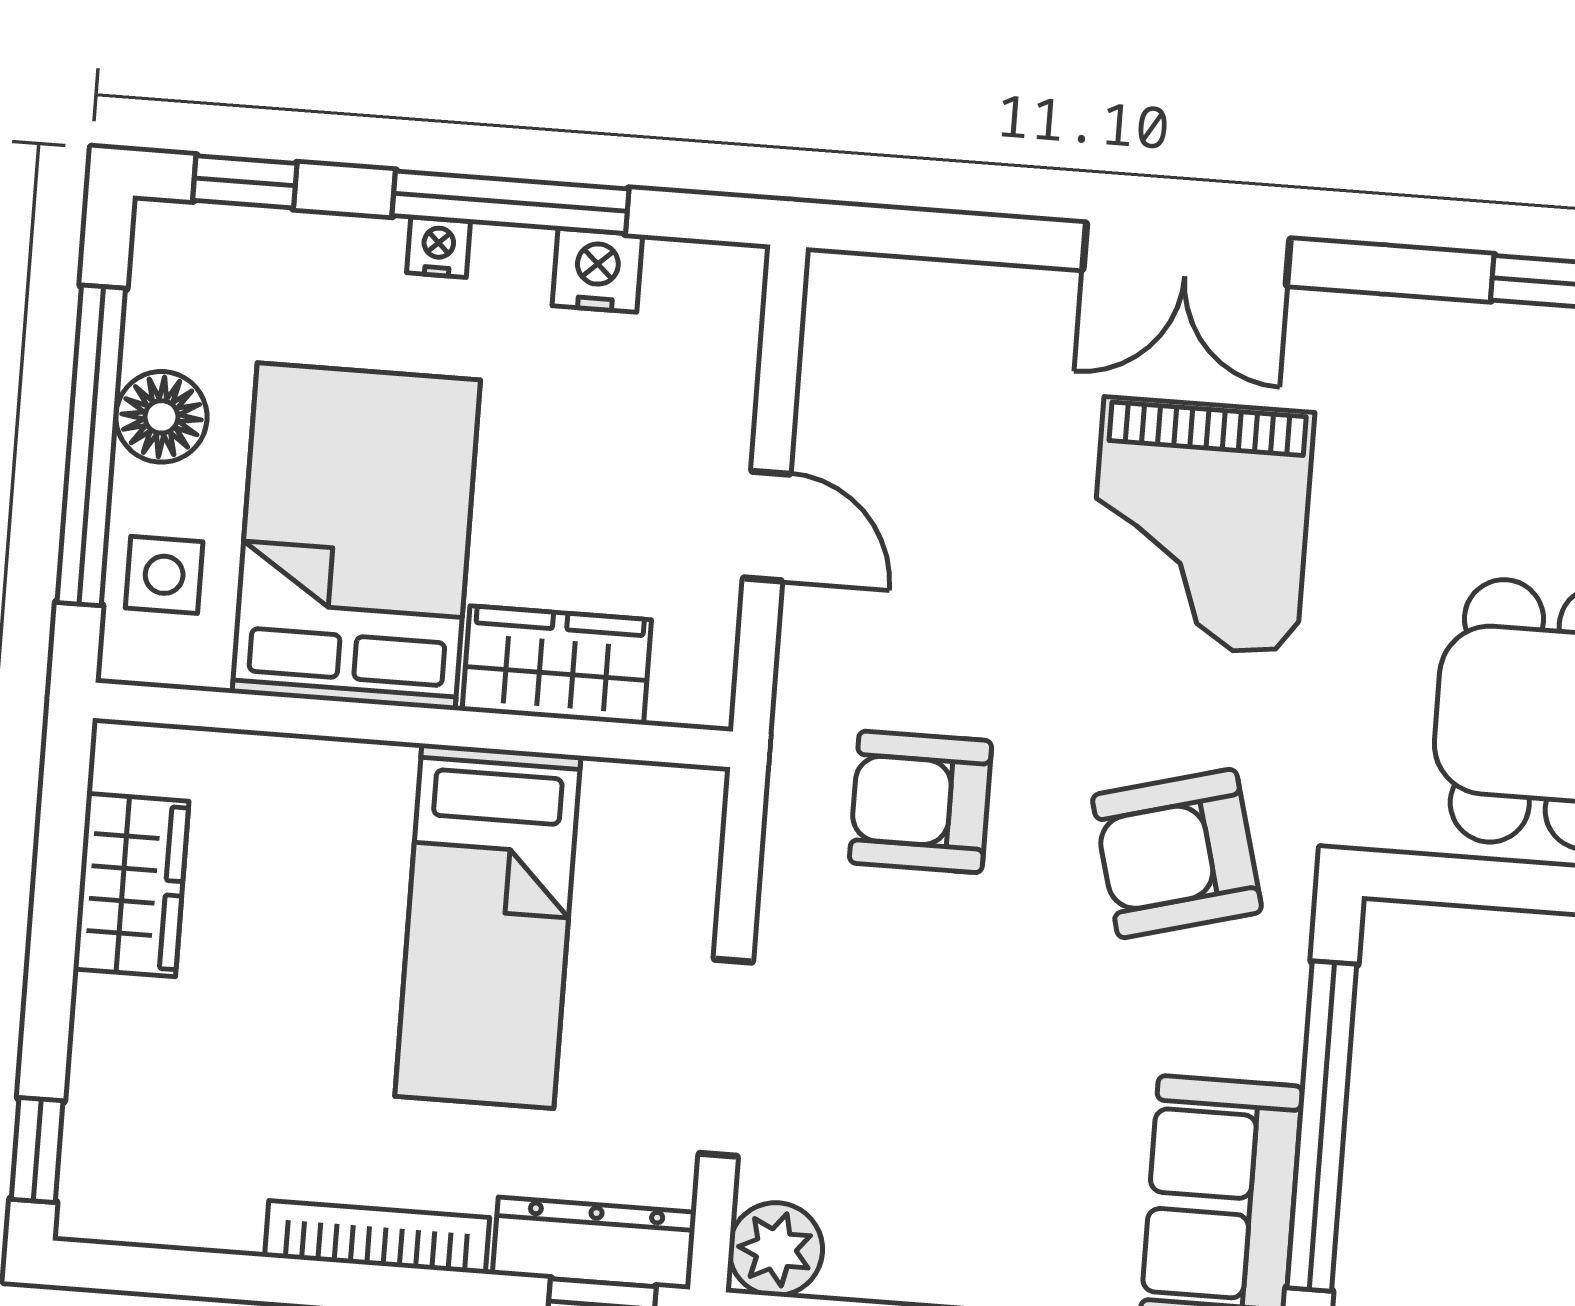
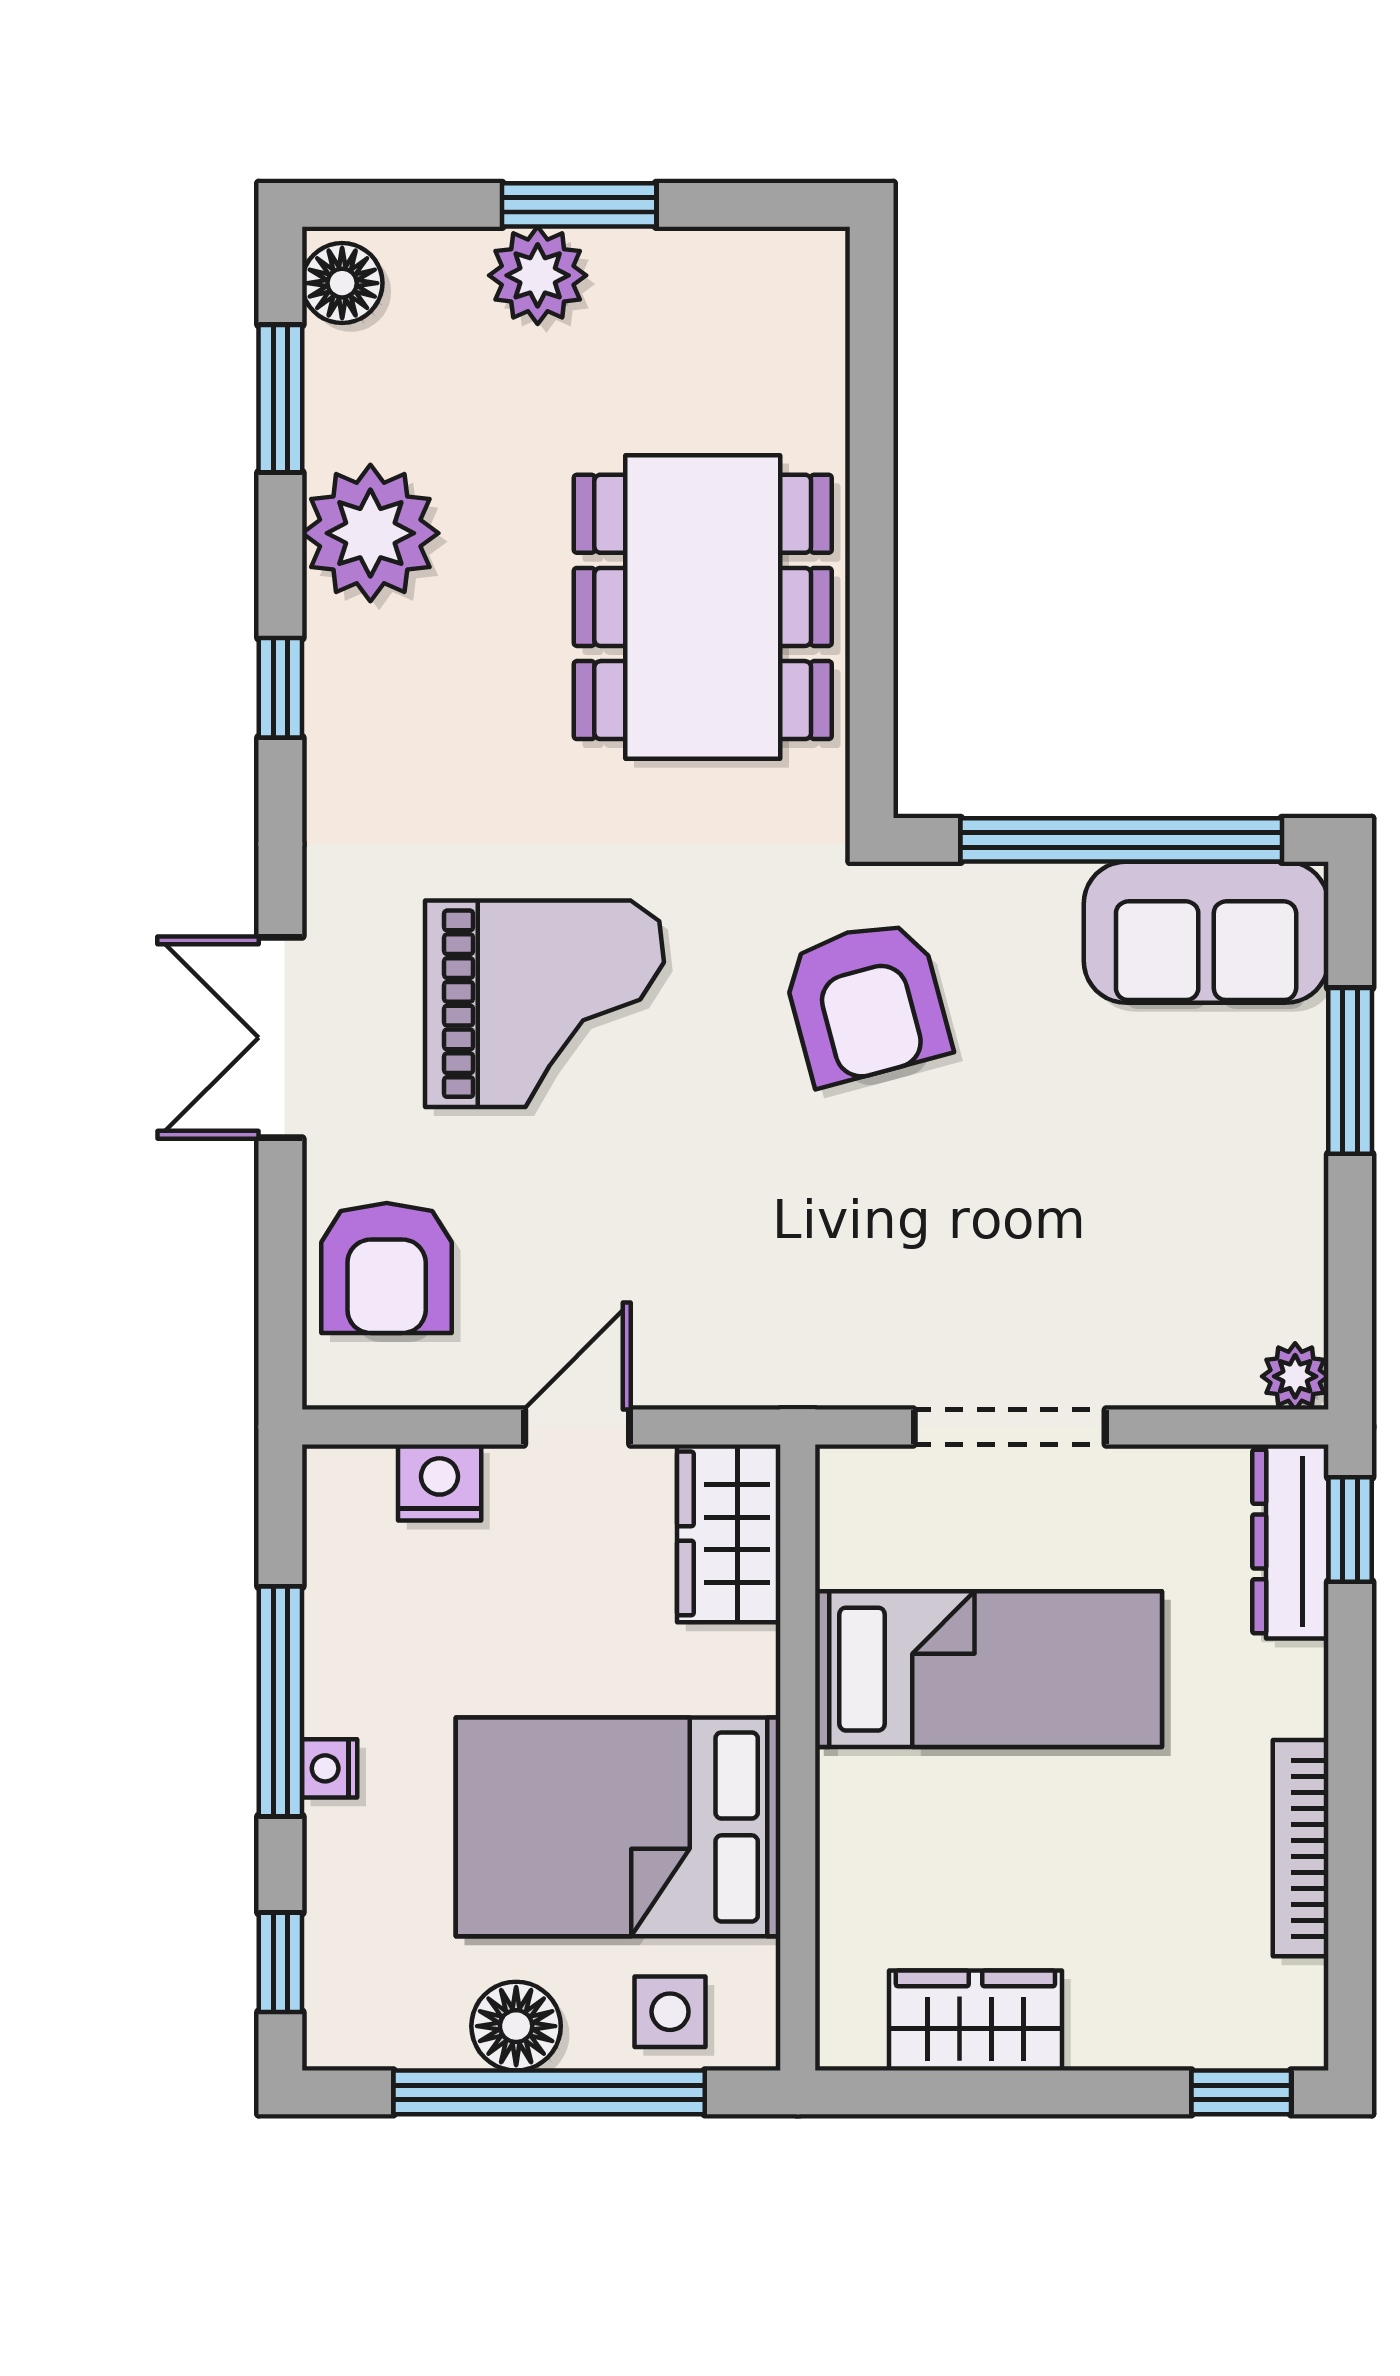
double door: (1186, 254) -> (280, 1038), swing flipped
nightstand: (597, 270) -> (440, 1483), moved, turned 90
wardrobe: (557, 665) -> (729, 1533), moved
armchair: (921, 802) -> (387, 1268), moved
doorway: (726, 1058) -> (1010, 1427), moved
bookcase: (377, 1237) -> (1301, 1848), moved
plant: (776, 1249) -> (1295, 1376), width x0.73, depth x0.73

